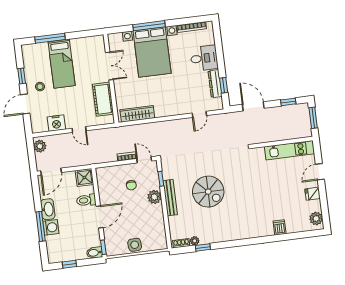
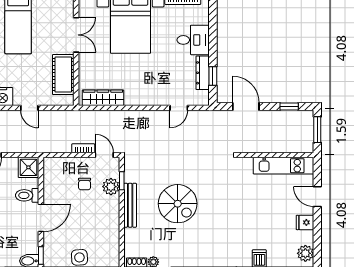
door: (320, 172) -> (317, 197), hinge flipped
plant: (154, 197) -> (111, 187), moved

